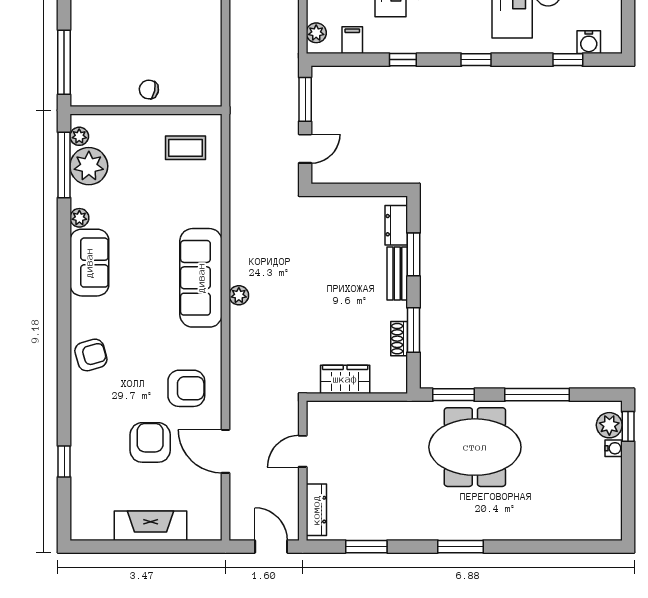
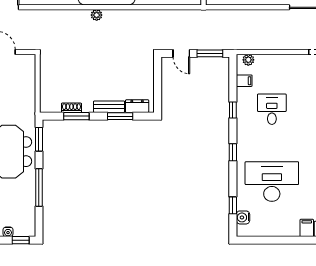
wardrobe: (345, 379) -> (48, 77), removed
plant: (609, 425) -> (21, 229), removed

